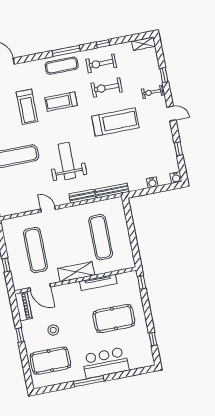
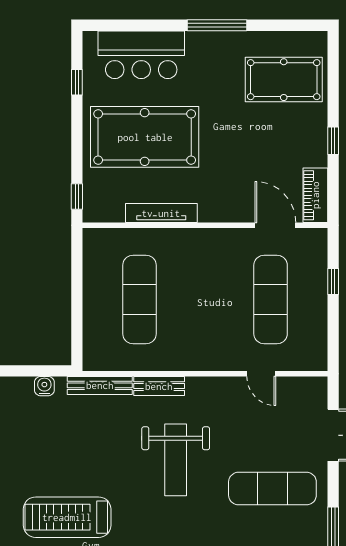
water cooler: (152, 182) -> (44, 386), moved
door: (48, 209) -> (261, 374), moved
shelving: (76, 272) -> (200, 242), removed
pool table: (114, 319) -> (145, 137), width x1.36, depth x1.32
stool: (53, 330) -> (266, 138), removed
bar counter: (105, 363) -> (141, 55), moved

